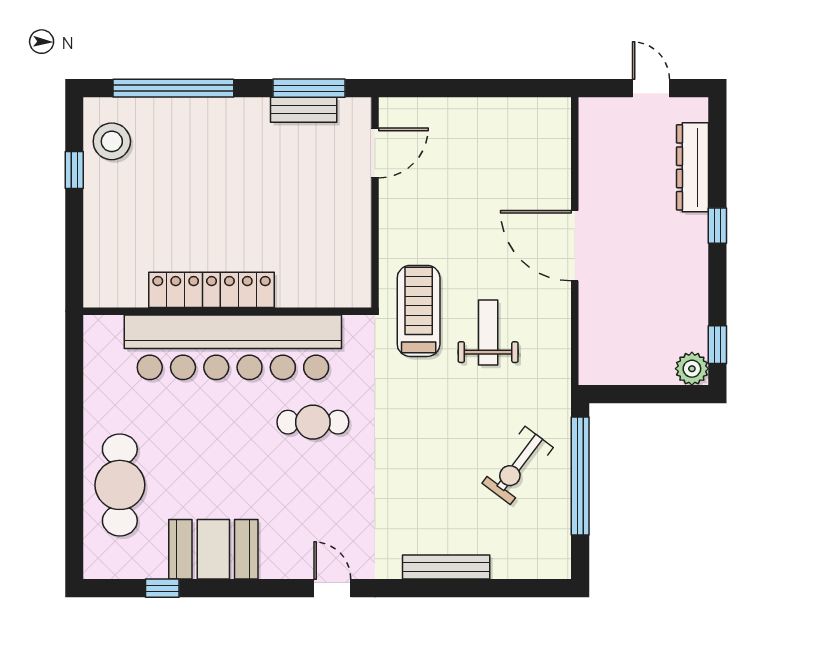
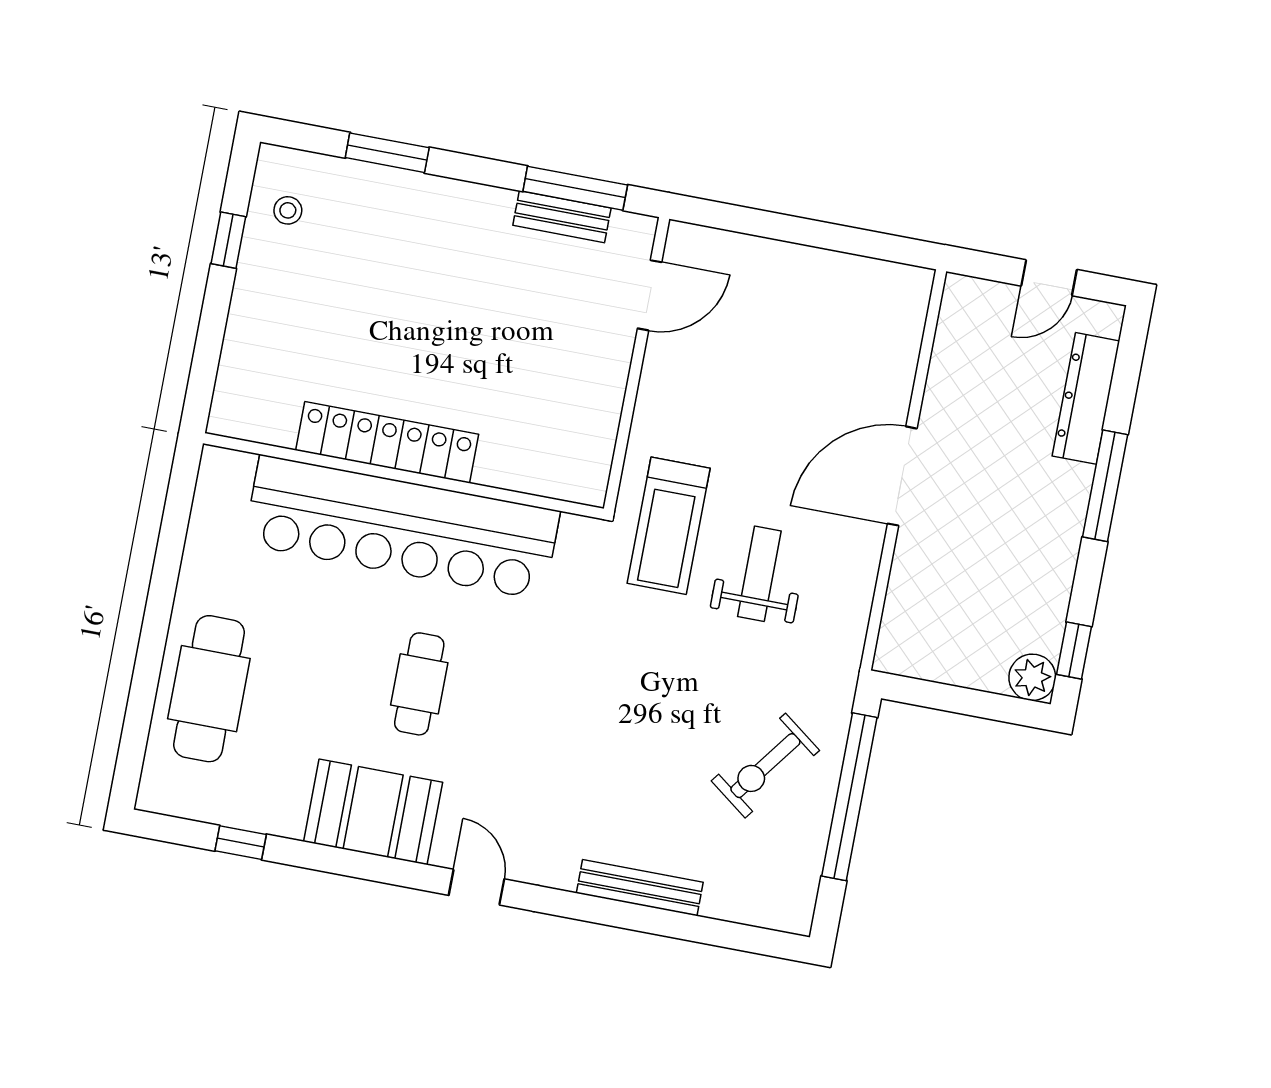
window: (173, 88) -> (387, 153), width x0.47
door: (651, 88) -> (1049, 278), swing flipped
stool: (112, 141) -> (288, 210), width x0.53, depth x0.53
window: (717, 226) -> (1105, 486), width x2.17
door: (575, 246) -> (902, 476), hinge flipped
treadmill: (419, 311) -> (669, 526), turned 180
cafe table: (313, 422) -> (419, 684), moved, turned 90
booth: (213, 549) -> (373, 812), moved

